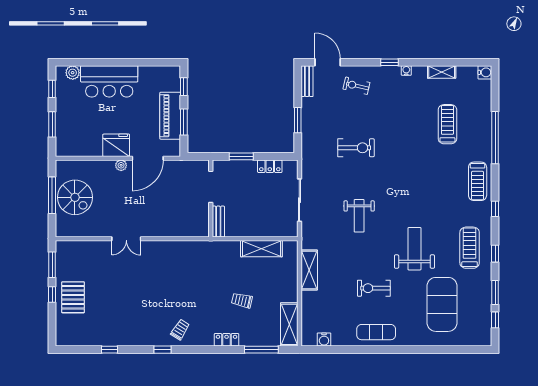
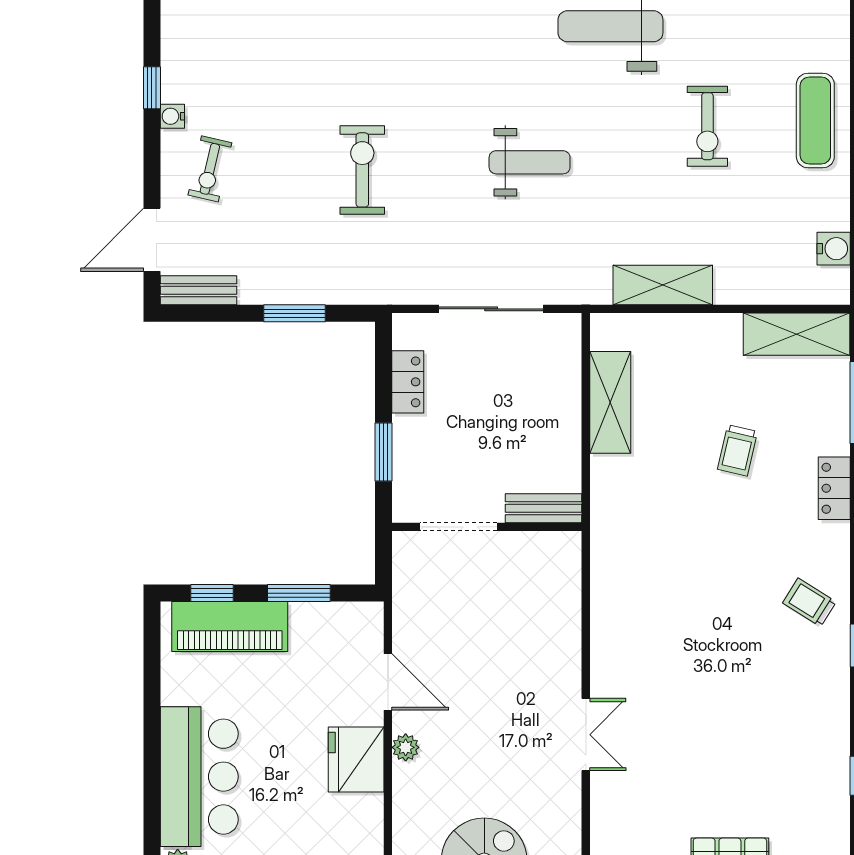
water cooler: (406, 70) -> (172, 116), moved
piano: (170, 116) -> (230, 627), moved
door: (148, 158) -> (388, 682), width x0.73

